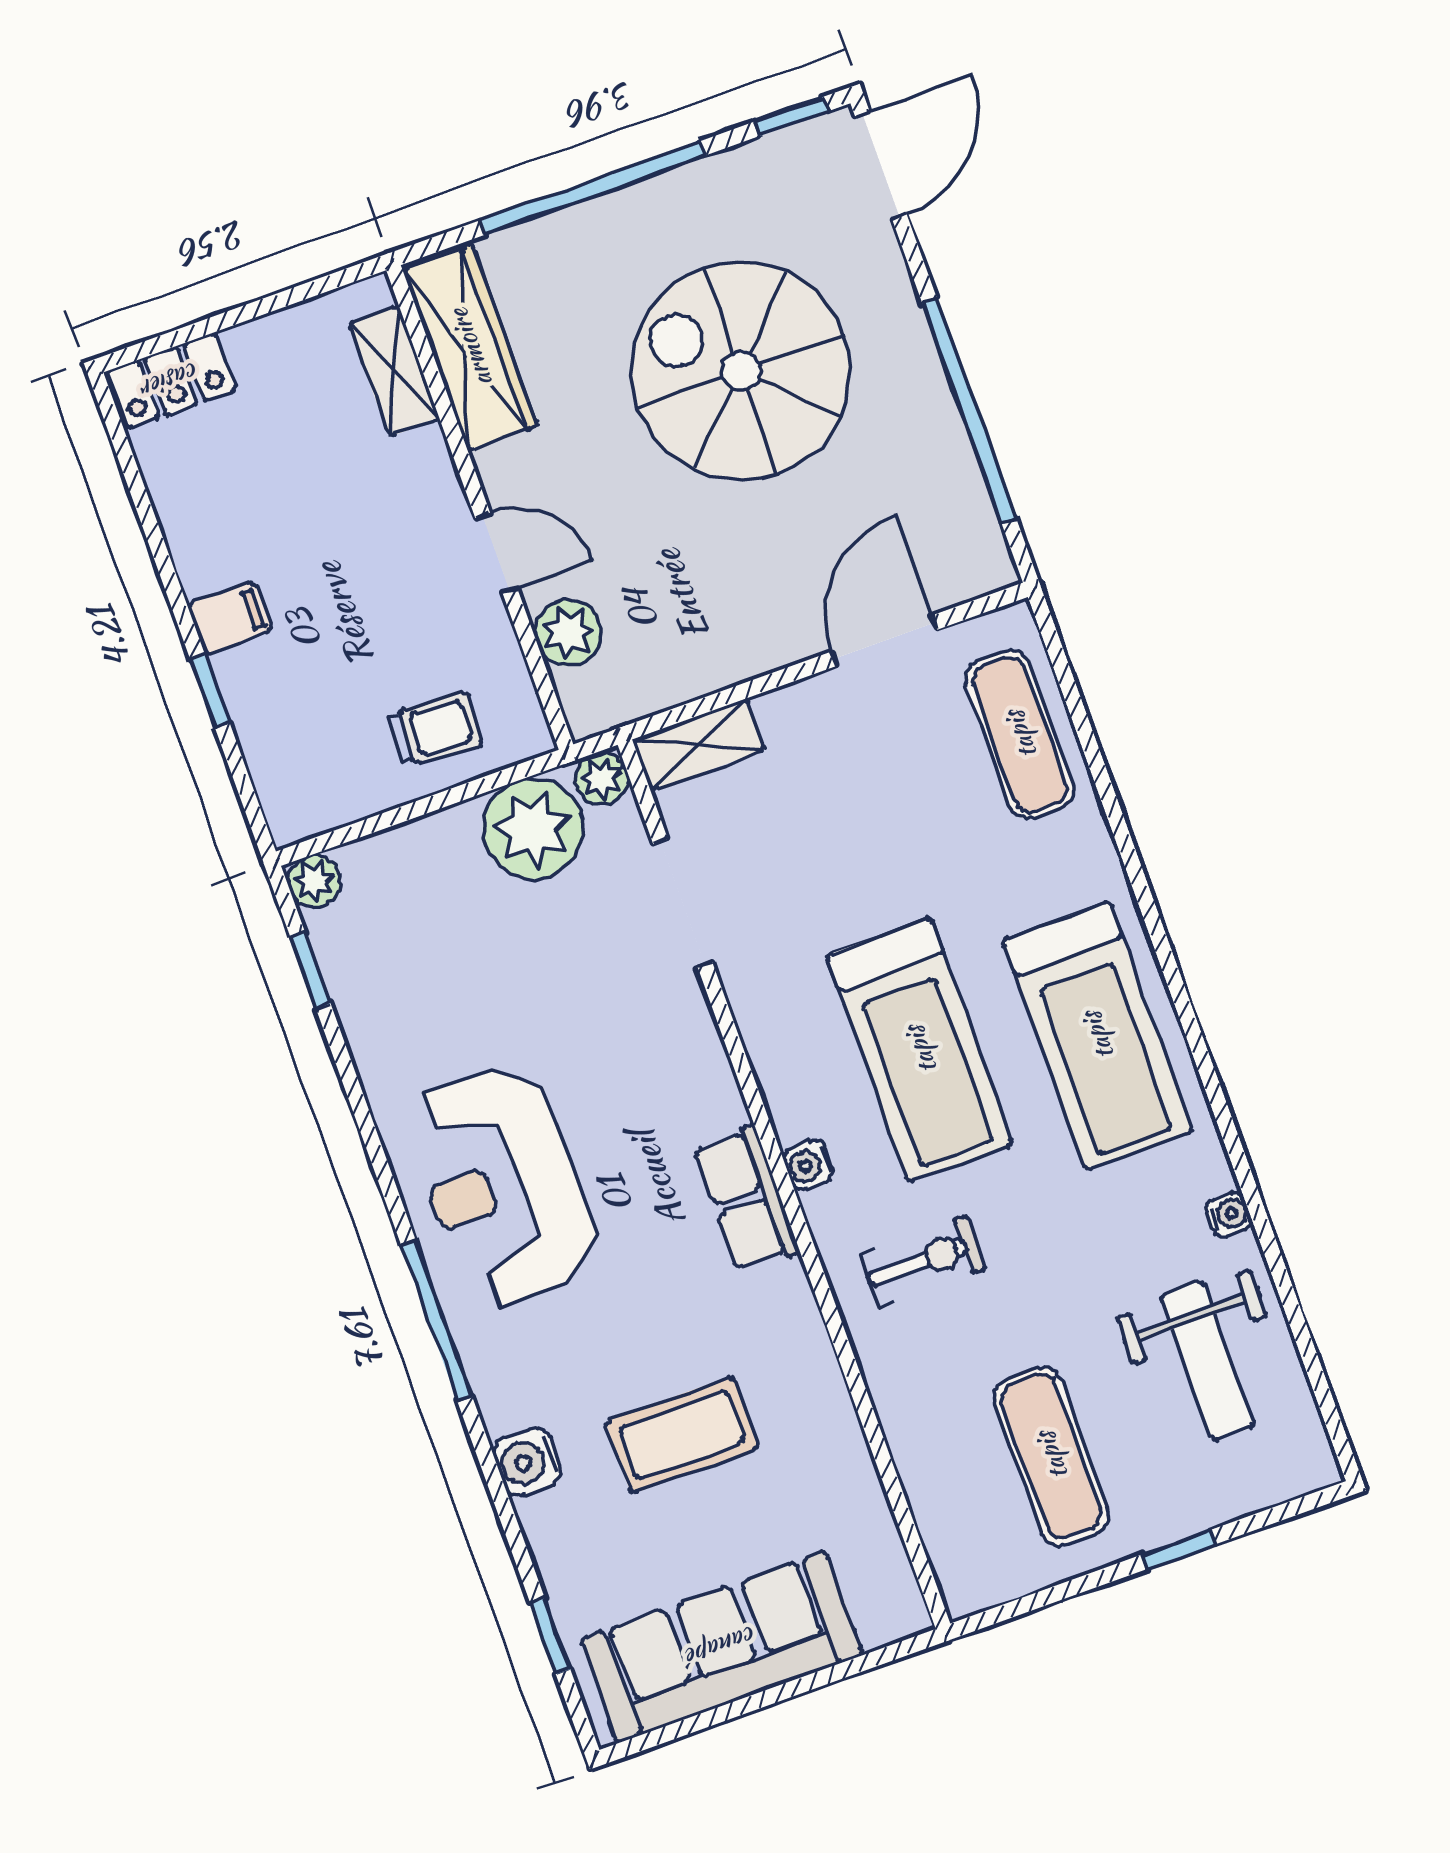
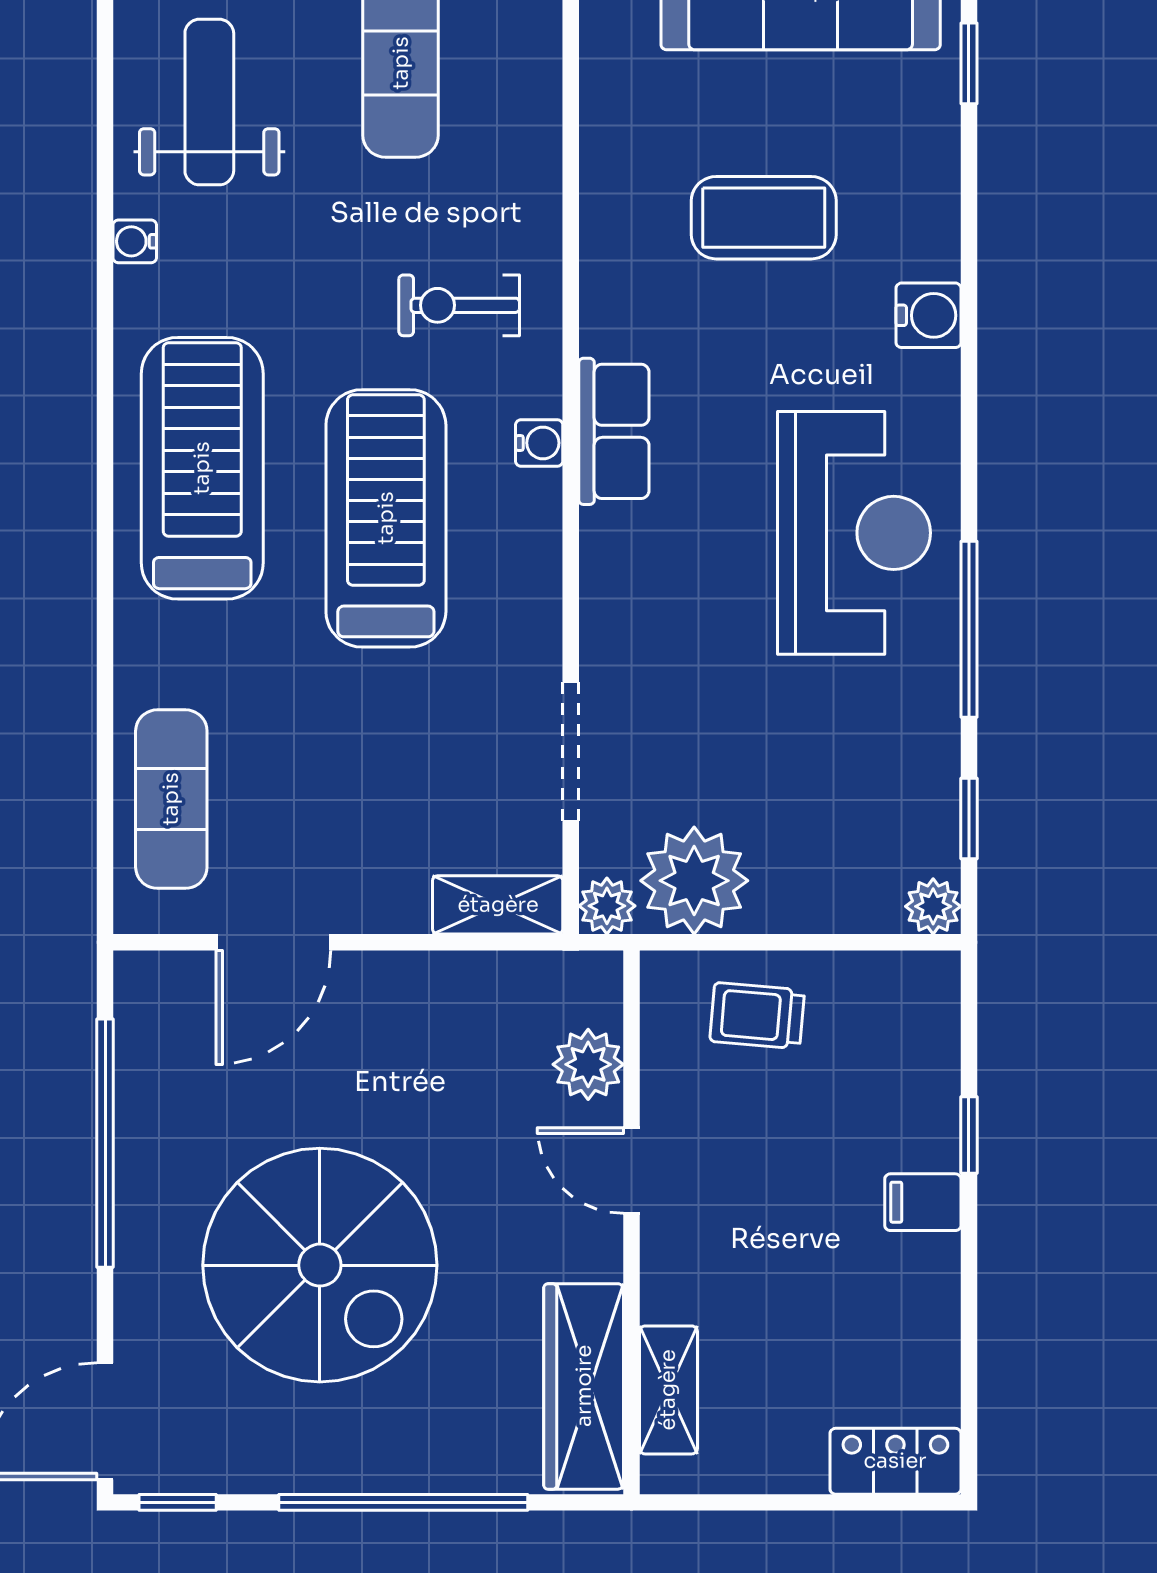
window: (436, 1320) -> (969, 629), moved
water cooler: (528, 1462) -> (928, 315), moved

